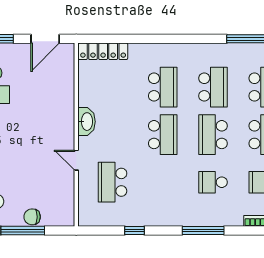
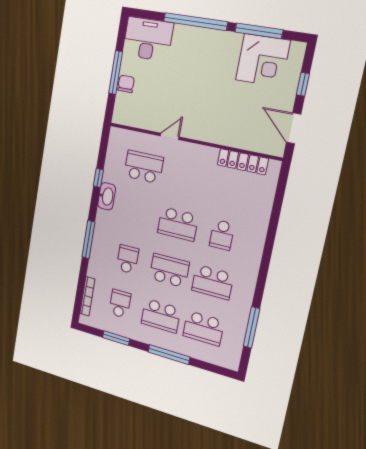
locker: (103, 51) -> (243, 162), moved, turned -90
school desk: (163, 87) -> (222, 235), width x0.54
washbasin: (86, 122) -> (107, 196), moved, turned -90

